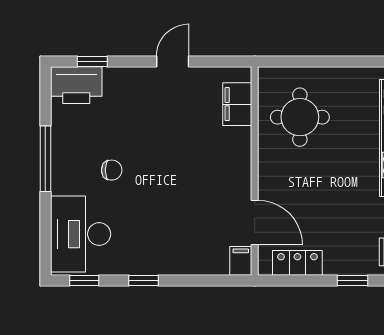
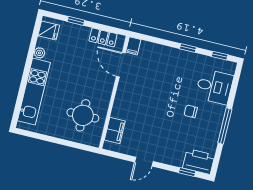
desk: (81, 234) -> (214, 87), width x0.73

